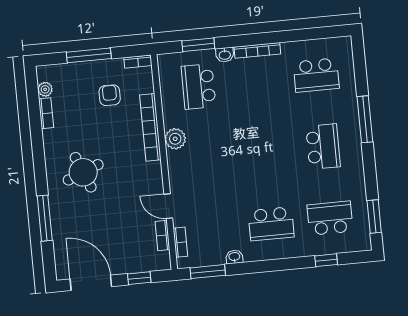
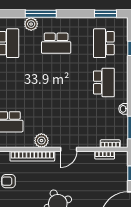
plant: (348, 106) -> (31, 24), added
school desk: (323, 147) -> (56, 43), turned 180
door: (168, 206) -> (69, 149), moved

